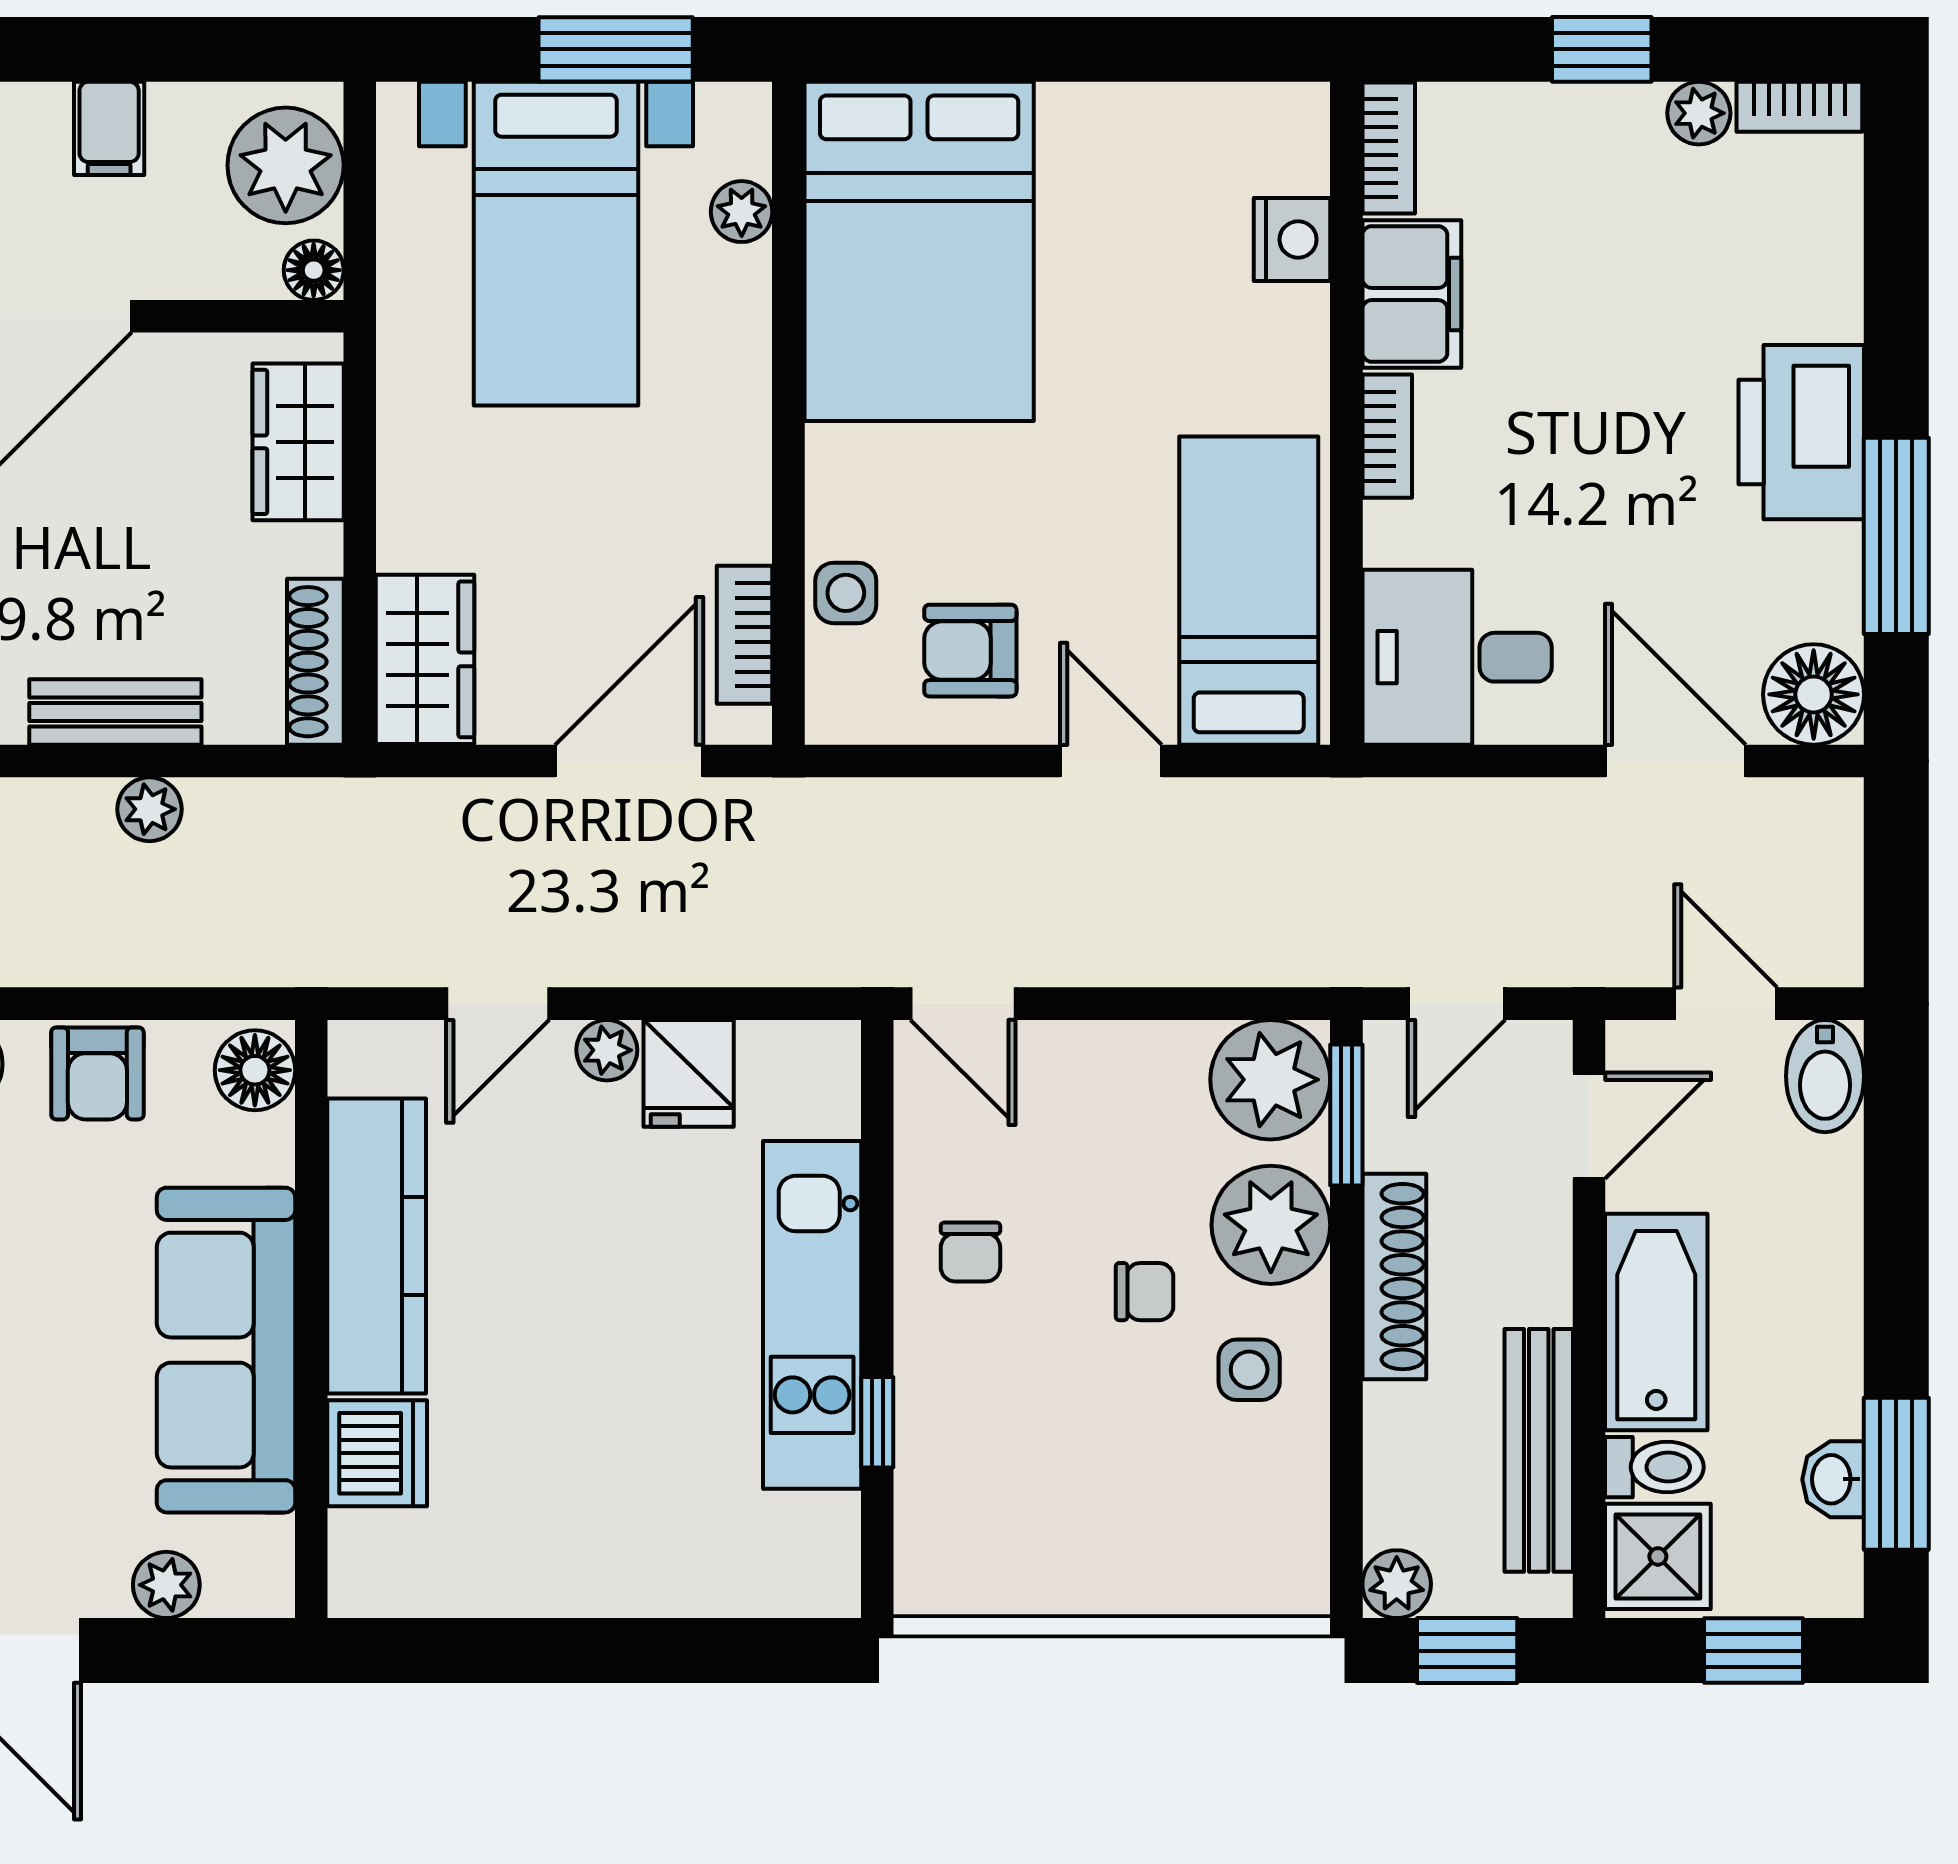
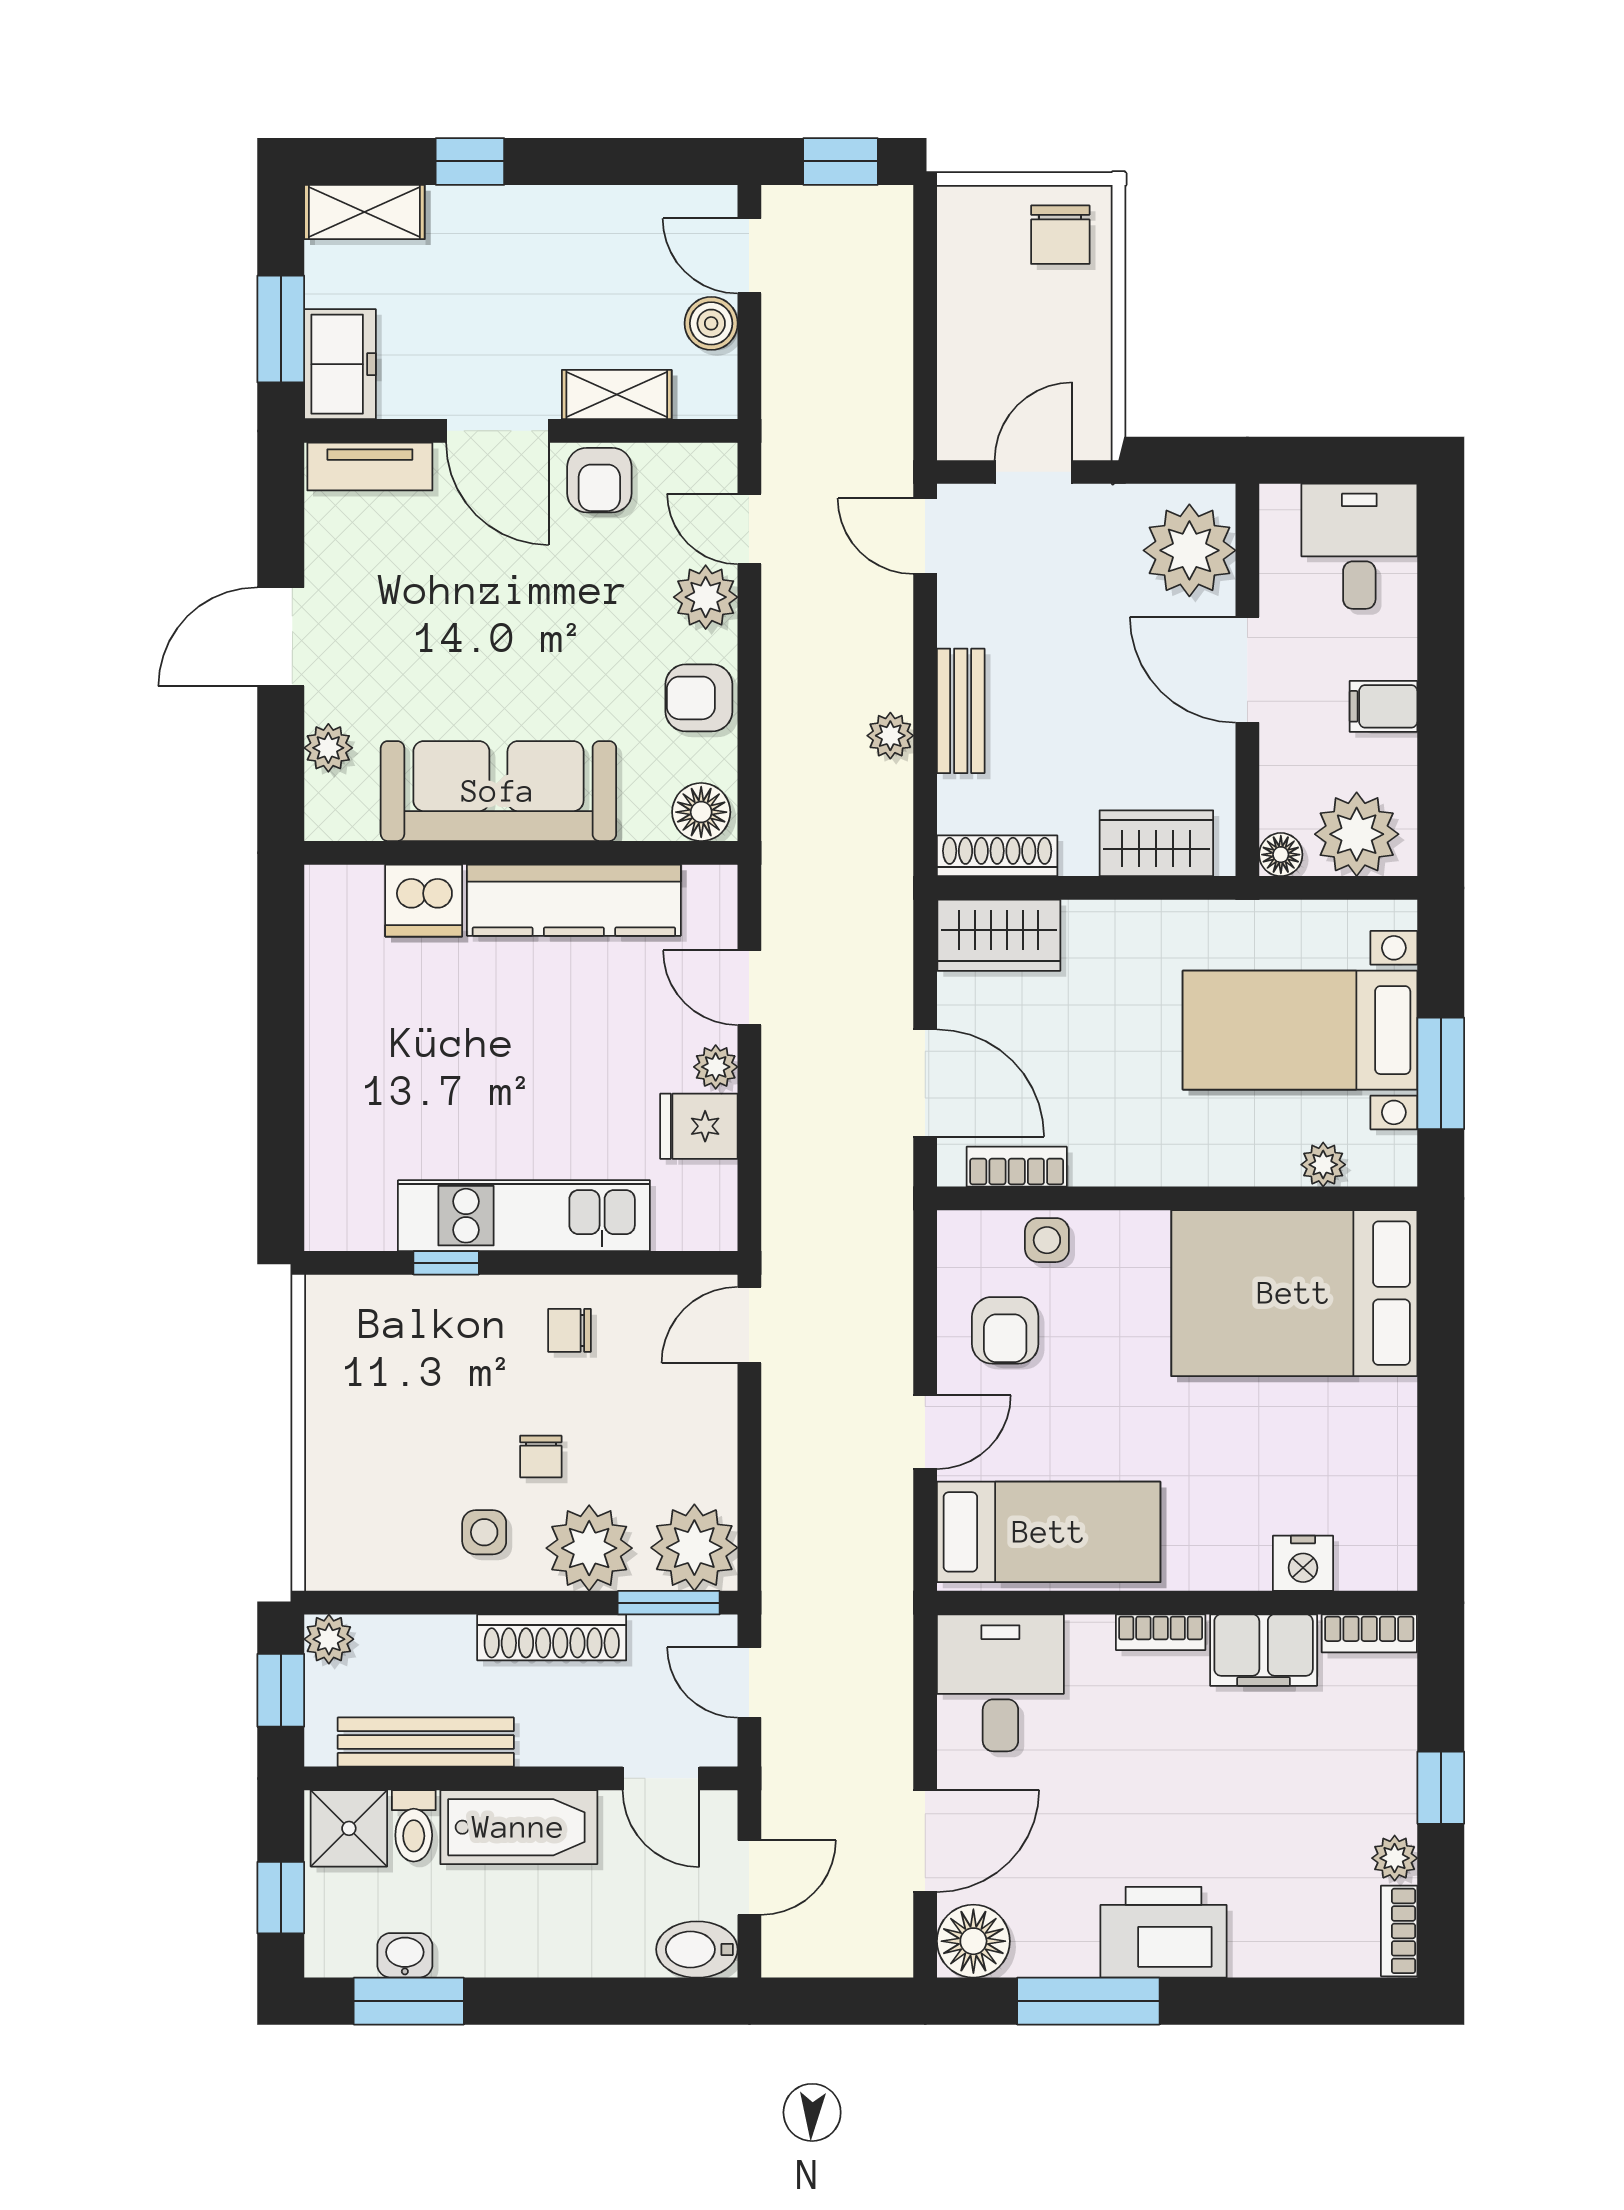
armchair: (970, 651) -> (1005, 1330), turned 180

